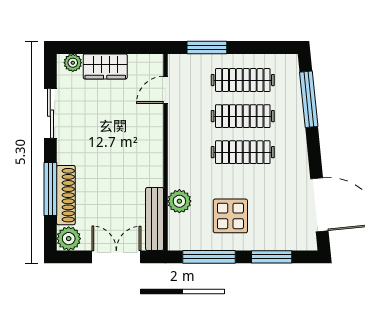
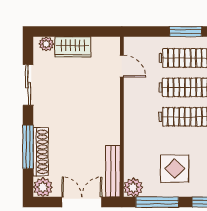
window: (207, 48) -> (186, 32), moved
door: (166, 90) -> (122, 66), swing flipped
plant: (179, 201) -> (133, 187), moved

